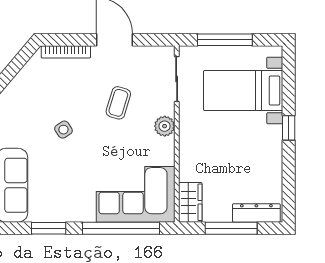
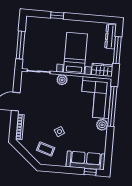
bed with nightstands: (243, 91) -> (75, 53), moved, turned 180
coffee table: (118, 103) -> (46, 149), moved
window: (289, 128) -> (57, 15), moved
plant: (84, 211) -> (102, 125), added
window: (49, 228) -> (109, 143), removed

